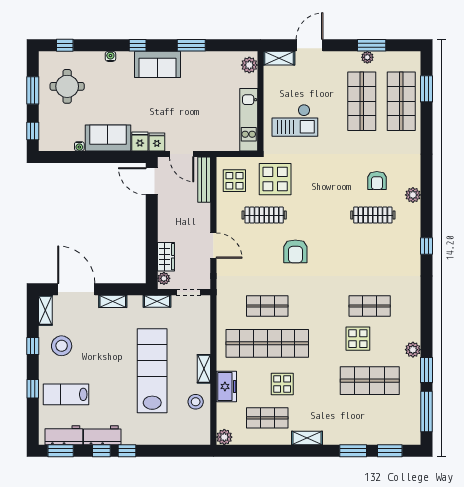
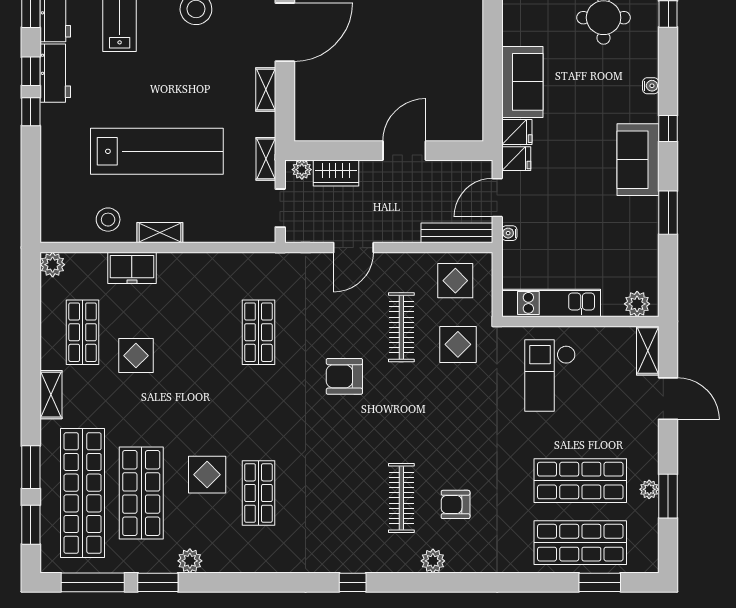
water cooler: (79, 146) -> (509, 233), moved
display table: (275, 179) -> (458, 344), width x0.73, depth x0.73
door: (152, 181) -> (404, 151), moved
shop shelf: (267, 343) -> (83, 493), moved

